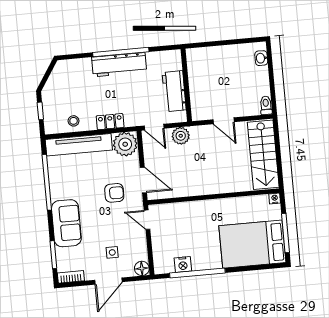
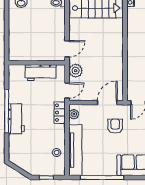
workbench: (119, 65) -> (16, 119), width x0.73
door: (224, 121) -> (67, 49), moved
locker: (110, 122) -> (60, 113), moved
plant: (125, 144) -> (74, 114), width x0.53, depth x0.53

